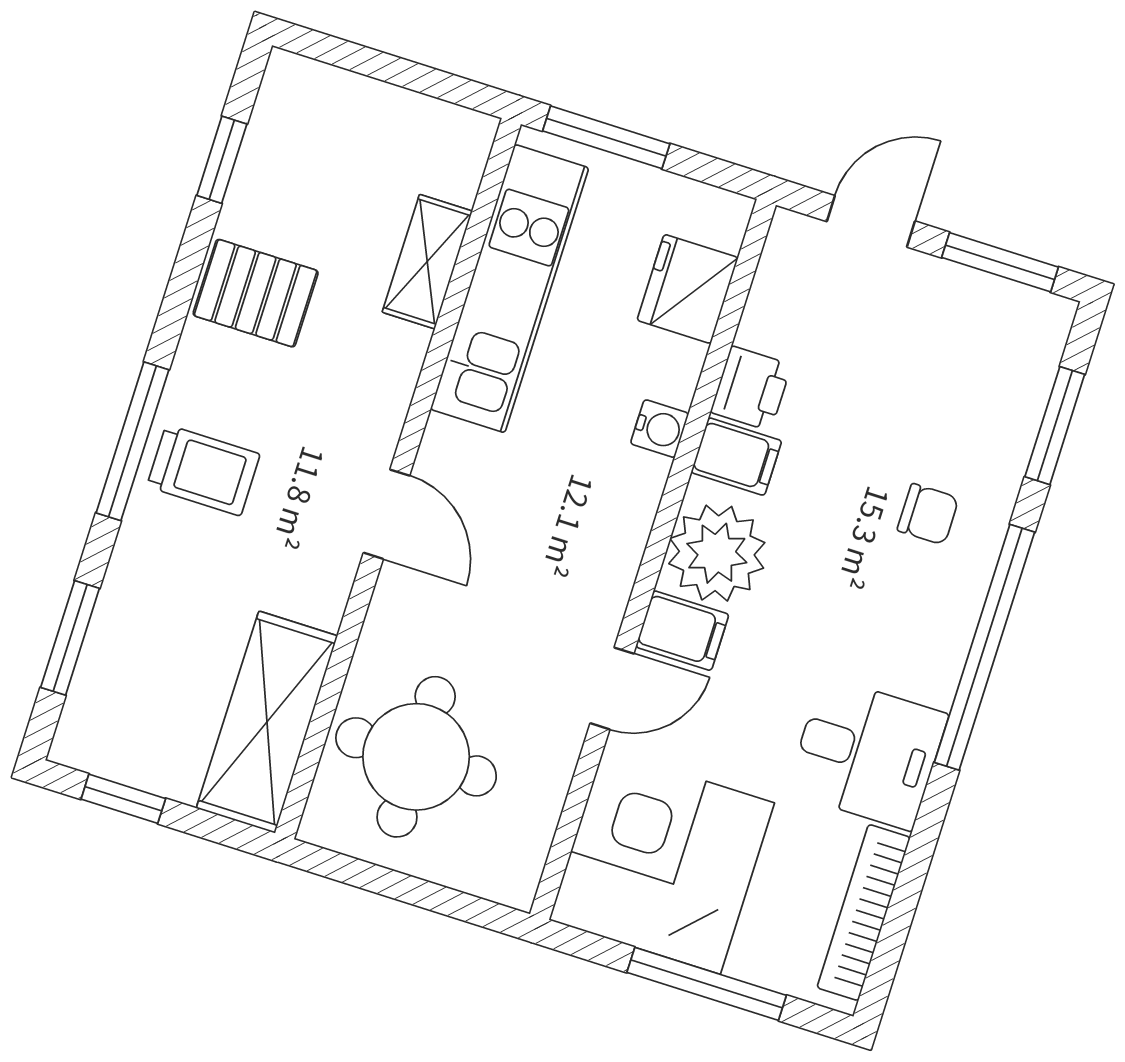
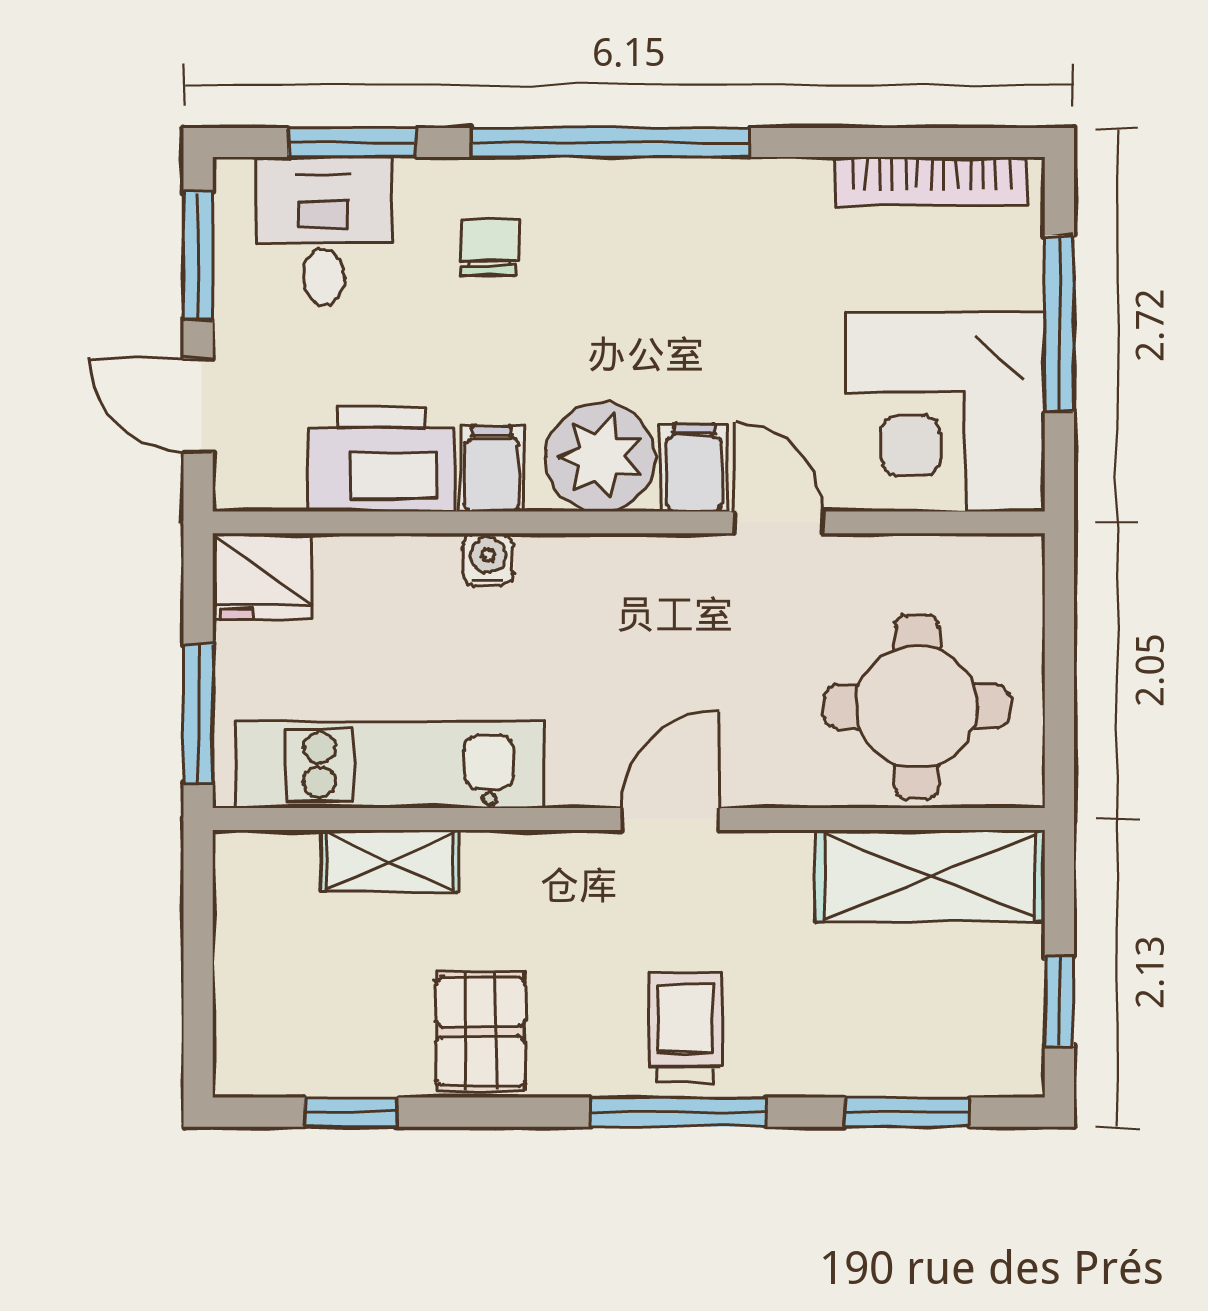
fridge: (688, 289) -> (263, 576), moved
printer: (751, 388) -> (381, 459), width x1.87, depth x1.48
desk: (867, 753) -> (324, 231), moved

